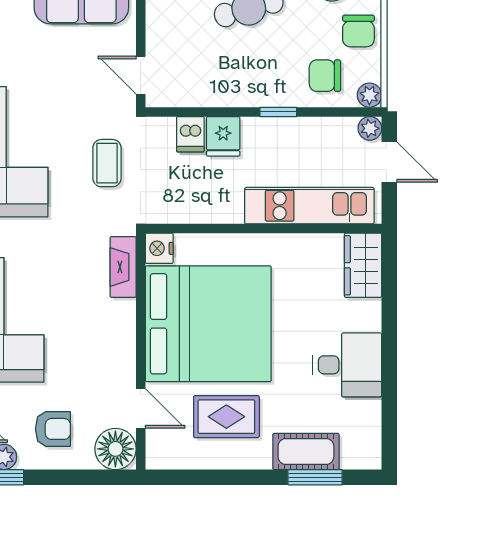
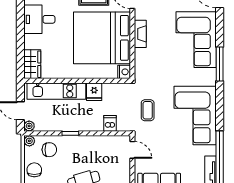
fridge: (223, 136) -> (94, 92), moved, turned 180
fireplace: (123, 267) -> (140, 34), moved

